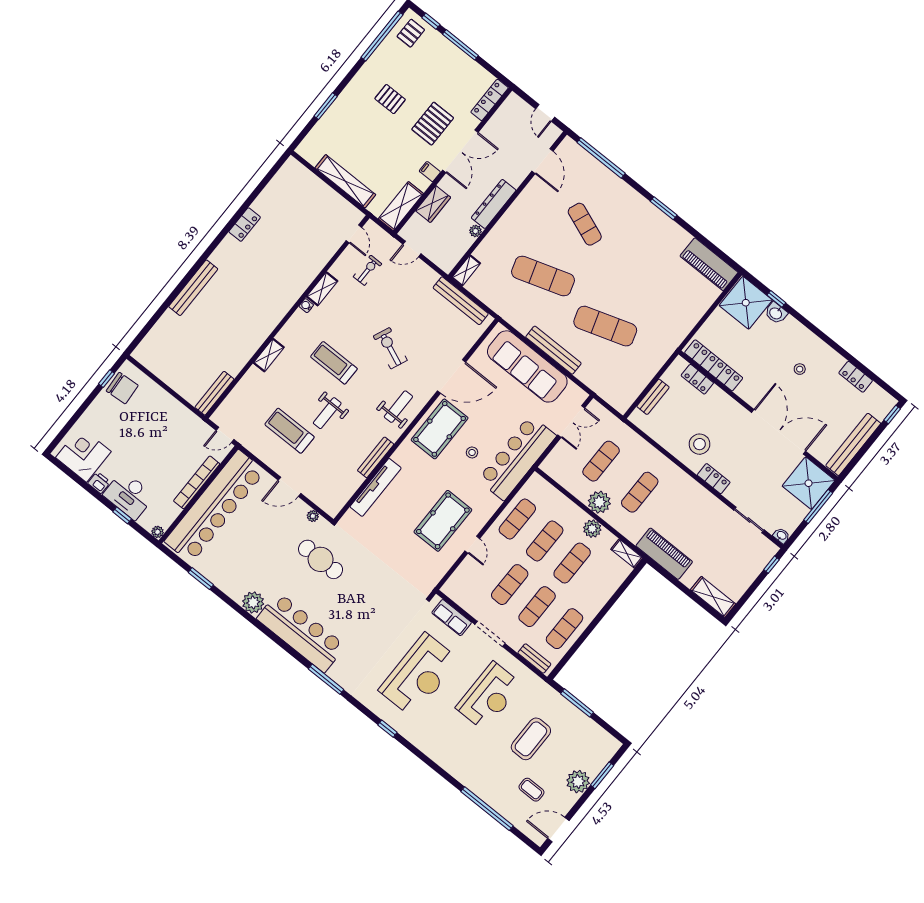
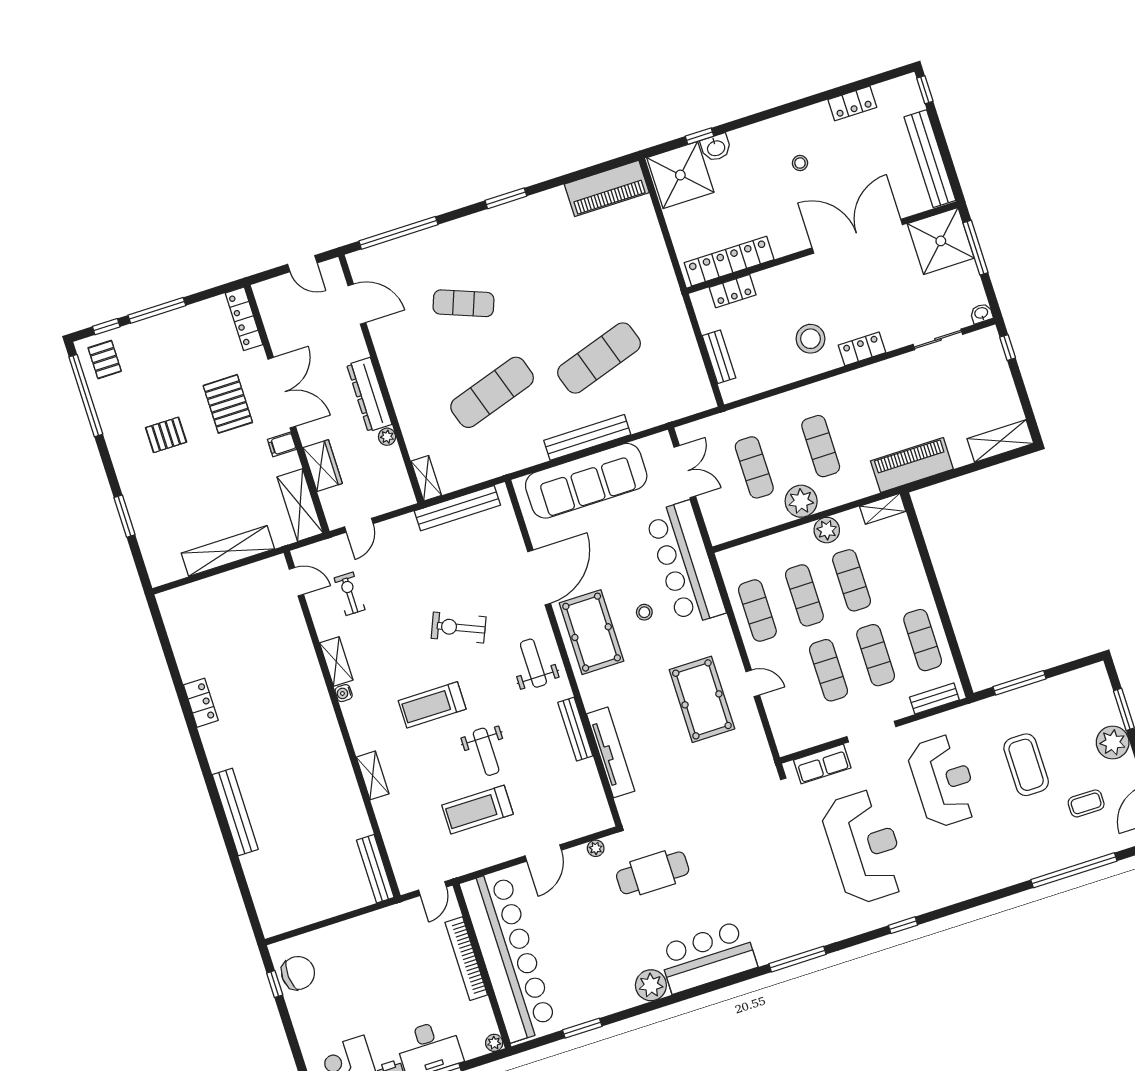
bar counter: (301, 632) -> (707, 957), width x0.73

